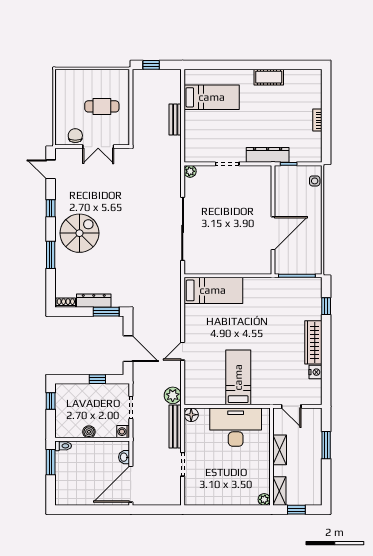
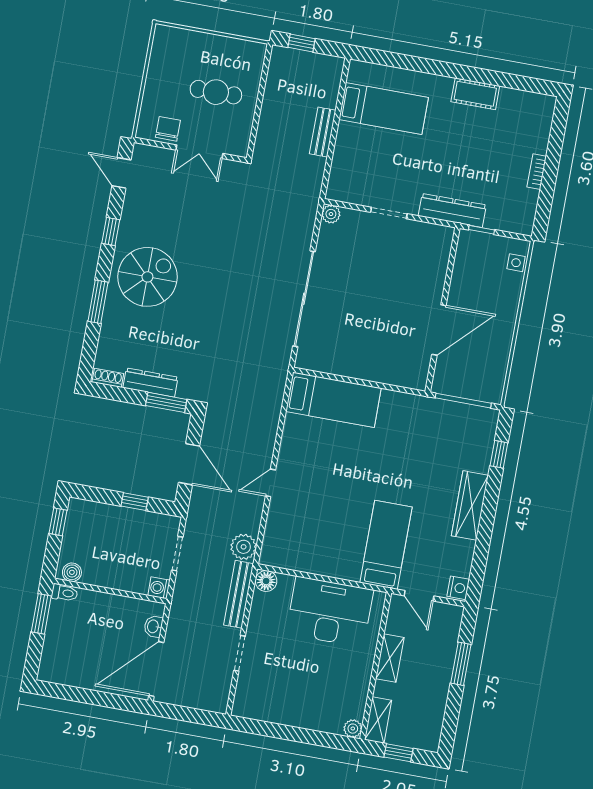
nightstand: (315, 372) -> (458, 588), moved
bed: (238, 377) -> (386, 545), moved
boiler: (89, 432) -> (72, 572), moved

